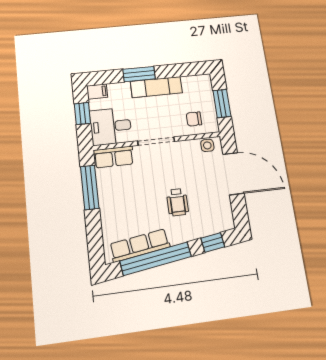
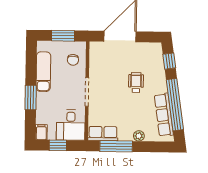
exam couch: (156, 87) -> (43, 72), moved
side table: (207, 145) -> (95, 53), removed
row of seats: (114, 157) -> (103, 134), moved, turned -90
wheelchair: (177, 202) -> (136, 83), turned -90
plant: (107, 216) -> (139, 136), added

